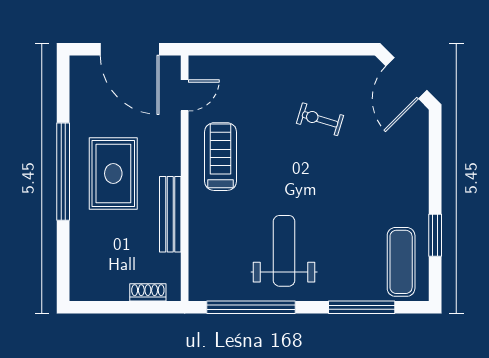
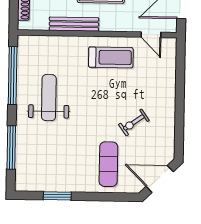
exercise bike: (320, 119) -> (134, 122), turned -142
weight bench: (284, 251) -> (49, 98), turned -90
exercise mat: (401, 262) -> (108, 164), moved, turned 90

